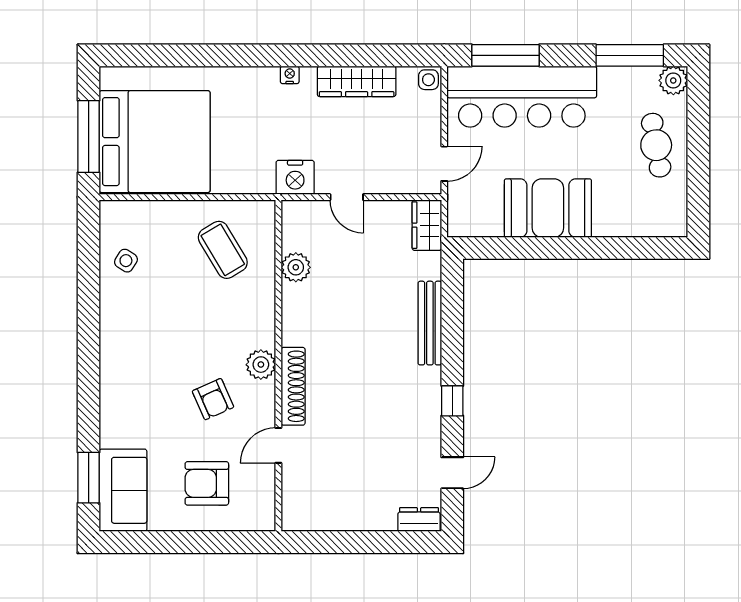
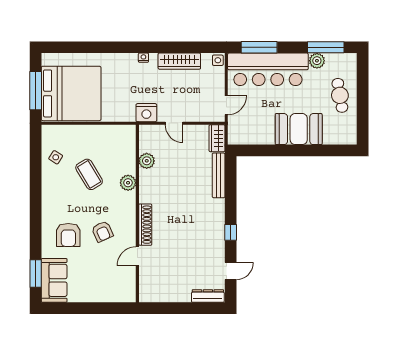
plant: (673, 80) -> (317, 61), moved
booth: (548, 208) -> (299, 129), moved
coffee table: (223, 250) -> (89, 174), moved
bench: (430, 323) -> (219, 175), moved
plant: (261, 365) -> (128, 183), moved
armchair: (207, 483) -> (68, 235), moved, turned -90
dresser: (419, 520) -> (208, 296), width x1.44

